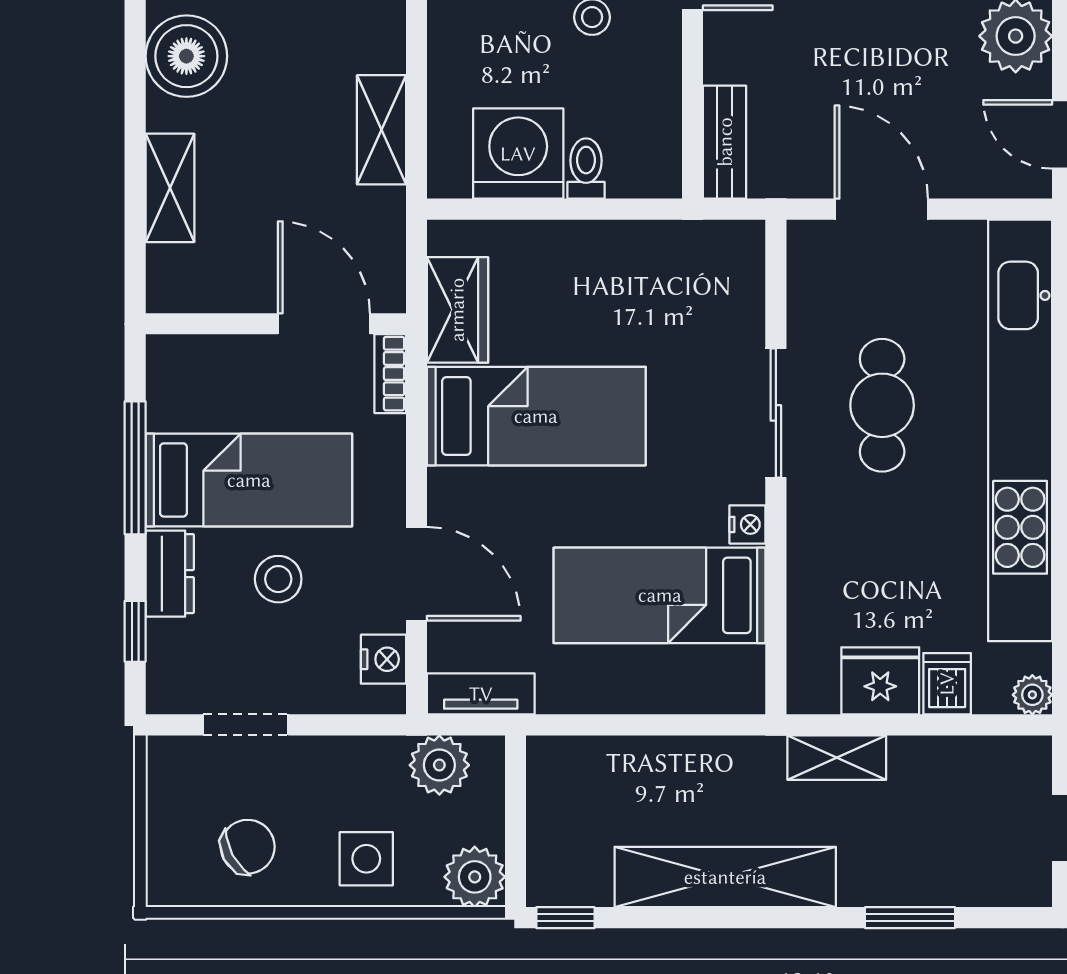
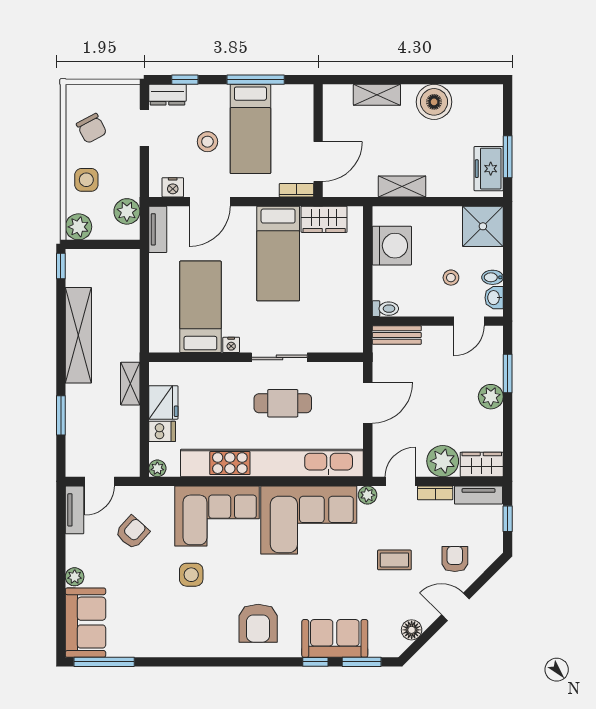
toilet: (586, 169) -> (385, 309), moved
dresser: (170, 574) -> (167, 95), moved

